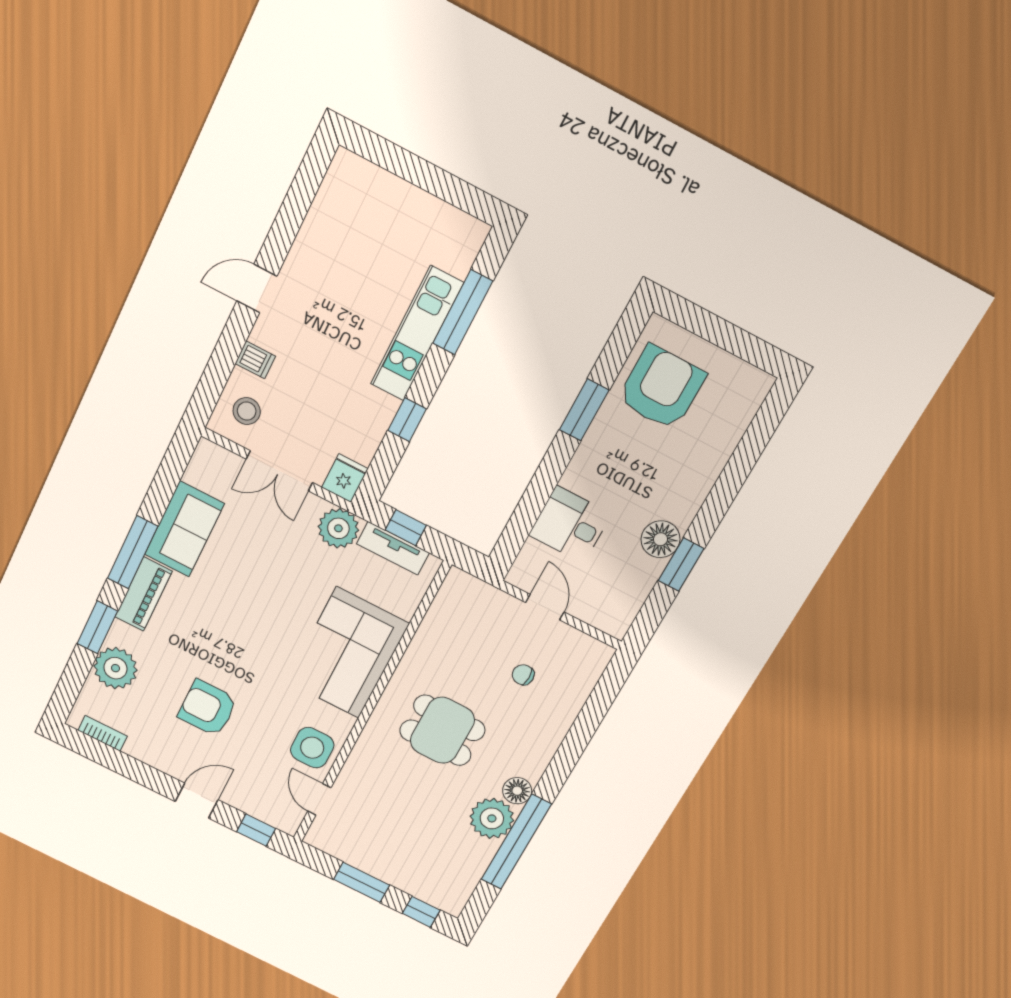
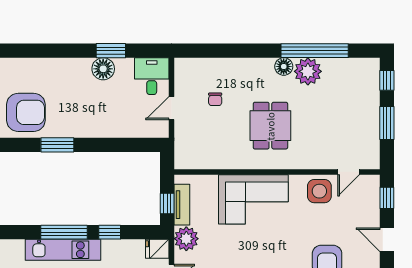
window: (463, 312) -> (64, 232), moved
armchair: (661, 388) -> (26, 112), turned 180
desk: (570, 524) -> (152, 76), moved, turned 180

